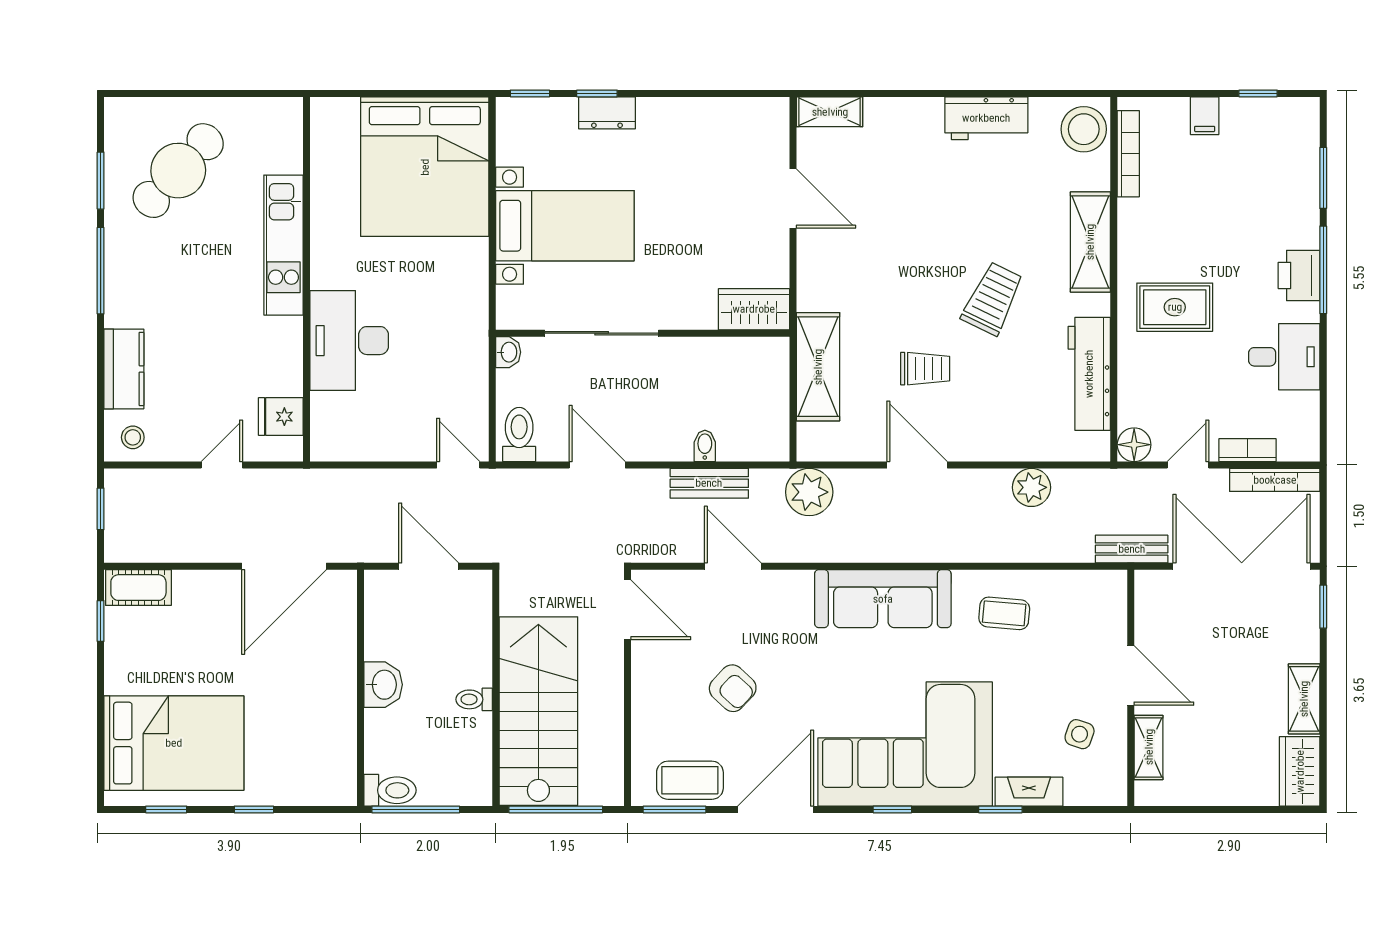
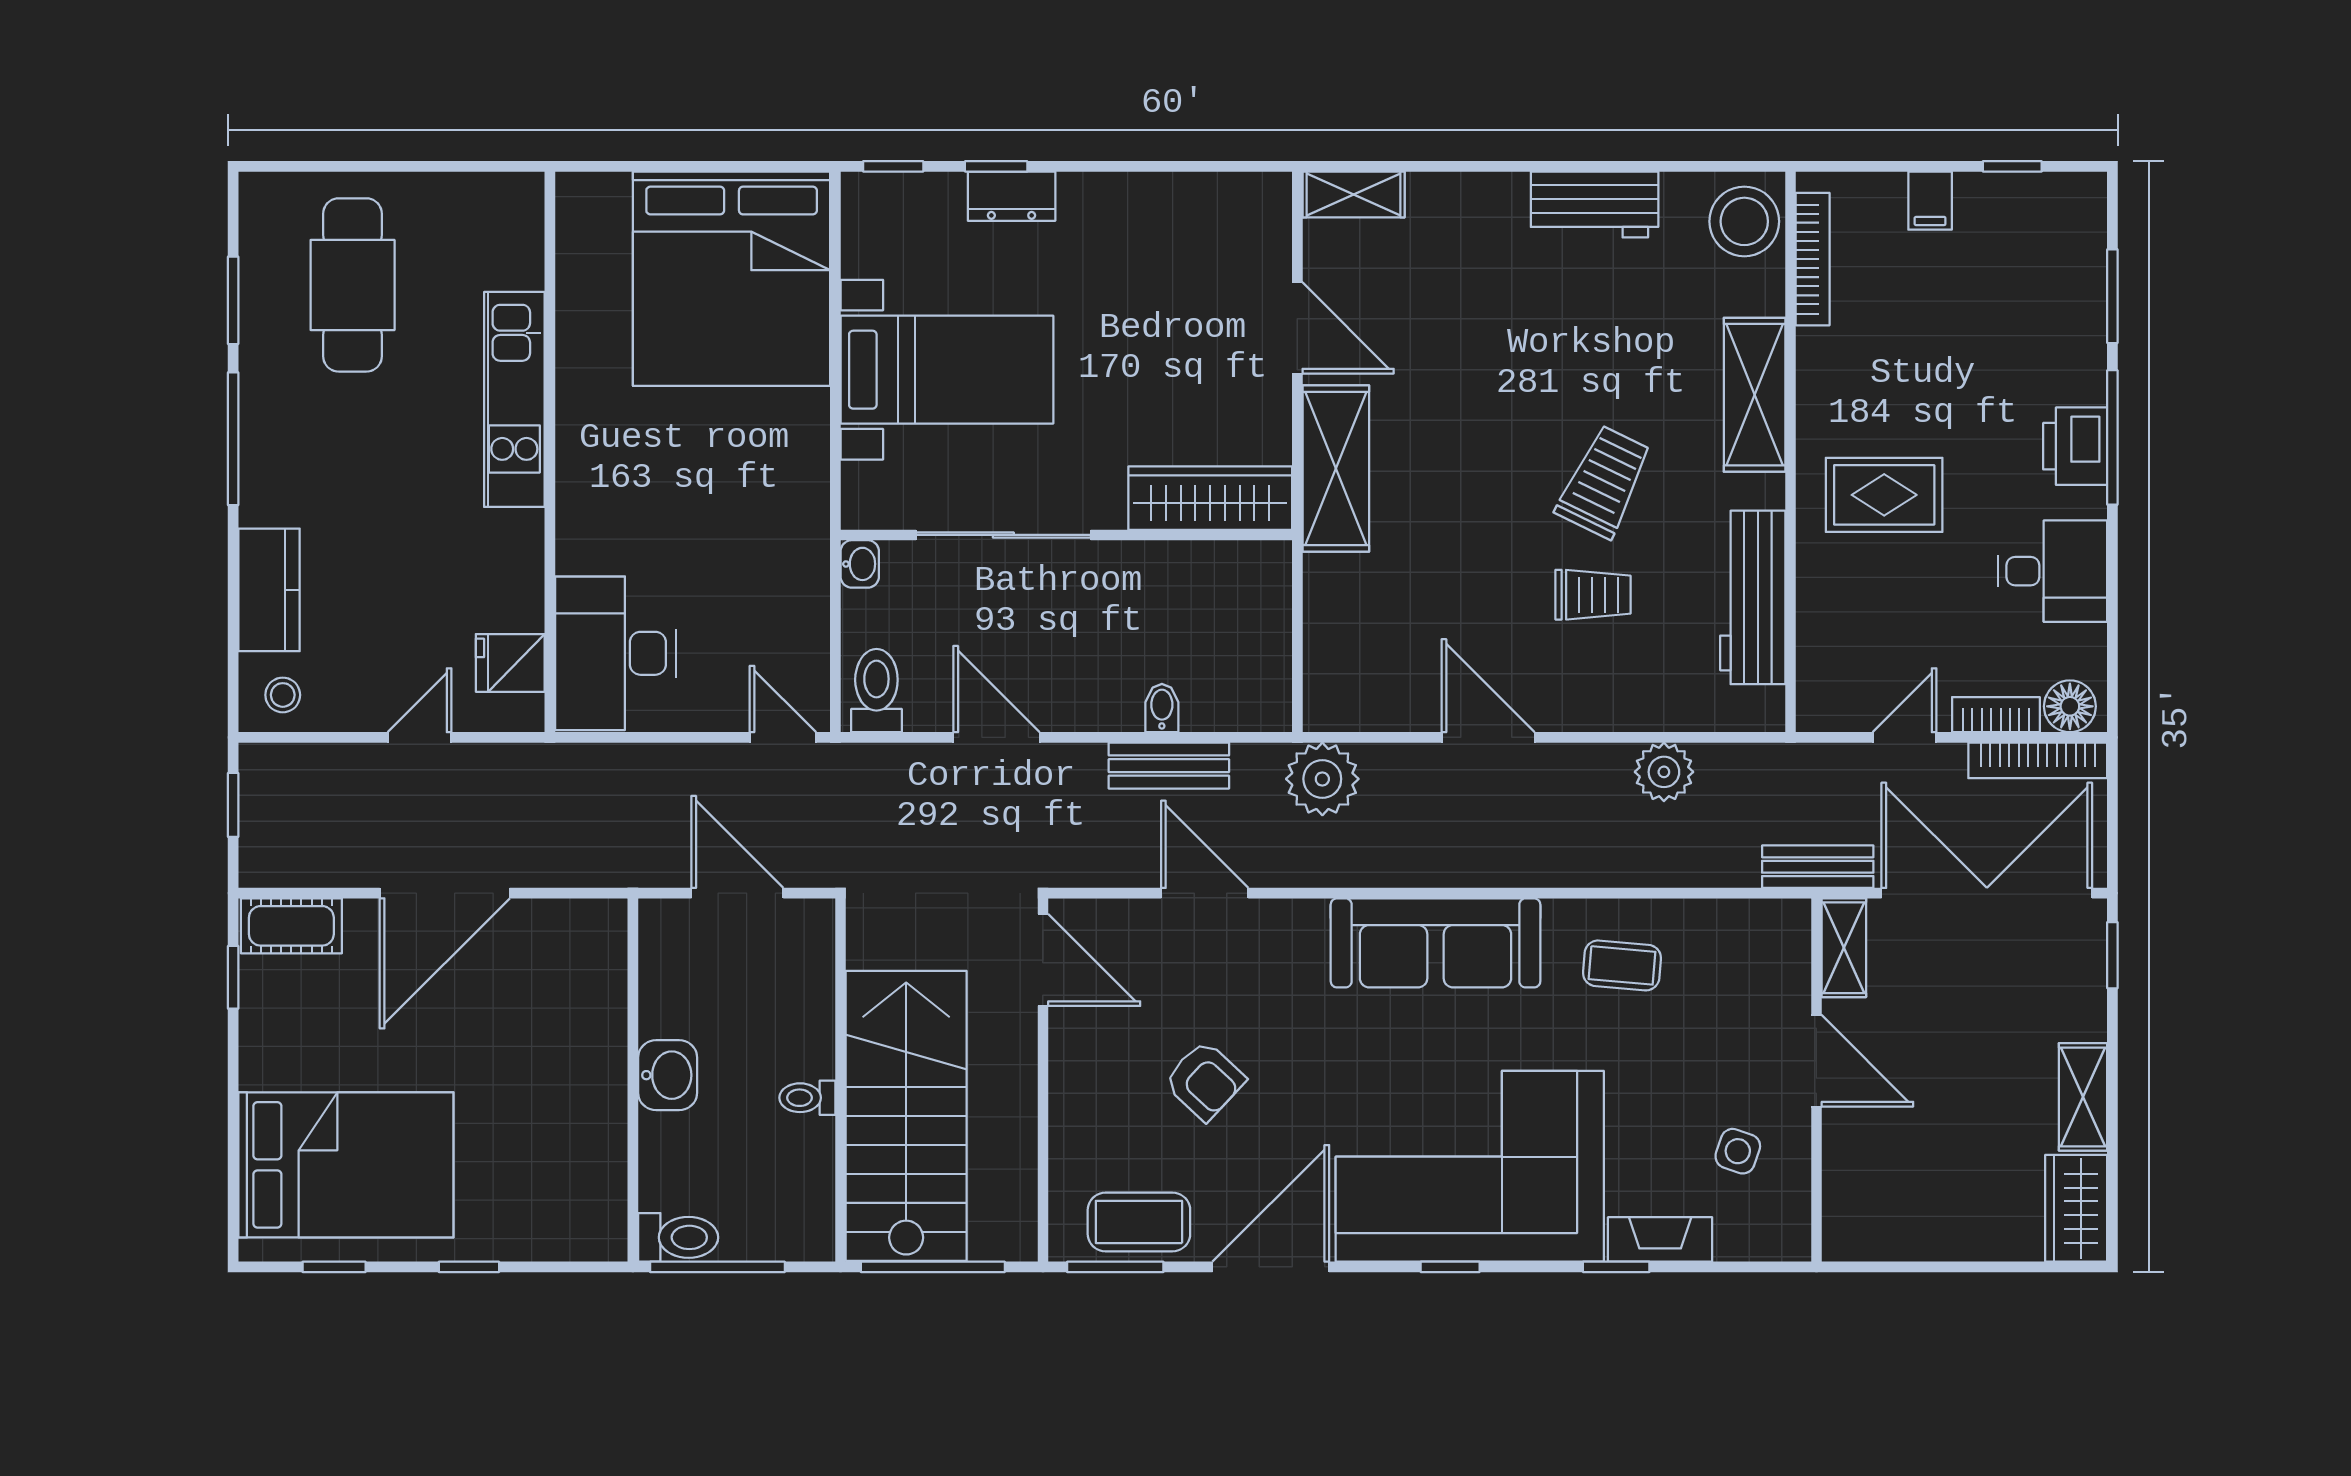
cafe table: (178, 171) -> (353, 285), turned -43
wardrobe: (754, 309) -> (1210, 498), width x1.50
desk: (349, 341) -> (615, 653), moved
shelving: (818, 367) -> (1336, 468), moved
trolley: (925, 369) -> (1593, 595), moved
floor lamp: (1134, 445) -> (2070, 706), moved
door: (284, 566) -> (445, 893), moved
shelving: (1149, 747) -> (1844, 948), moved

